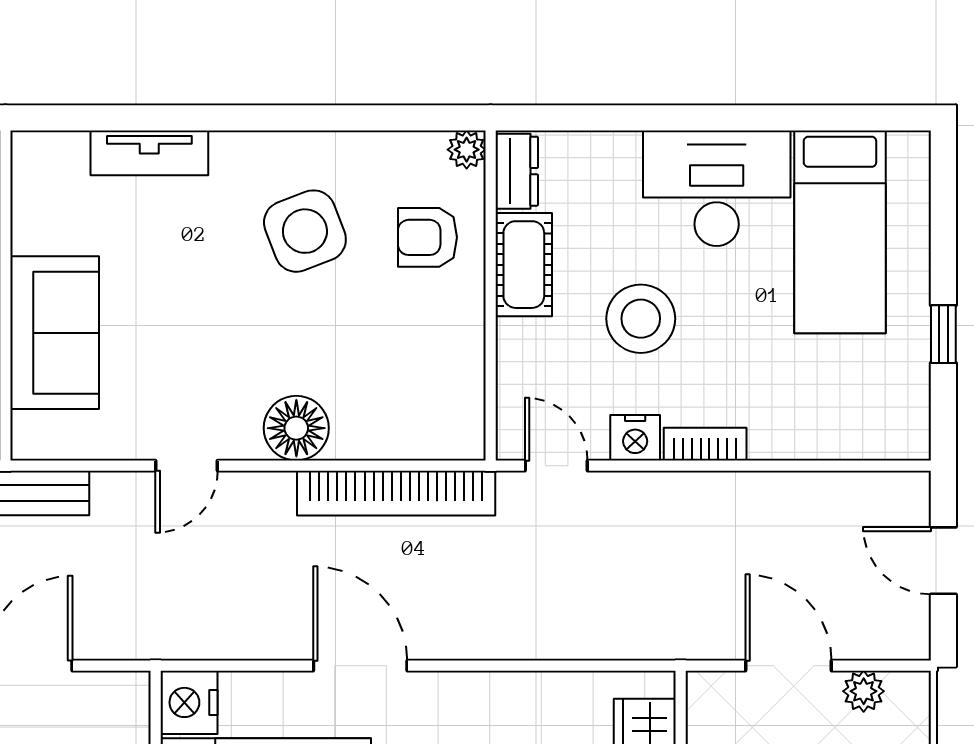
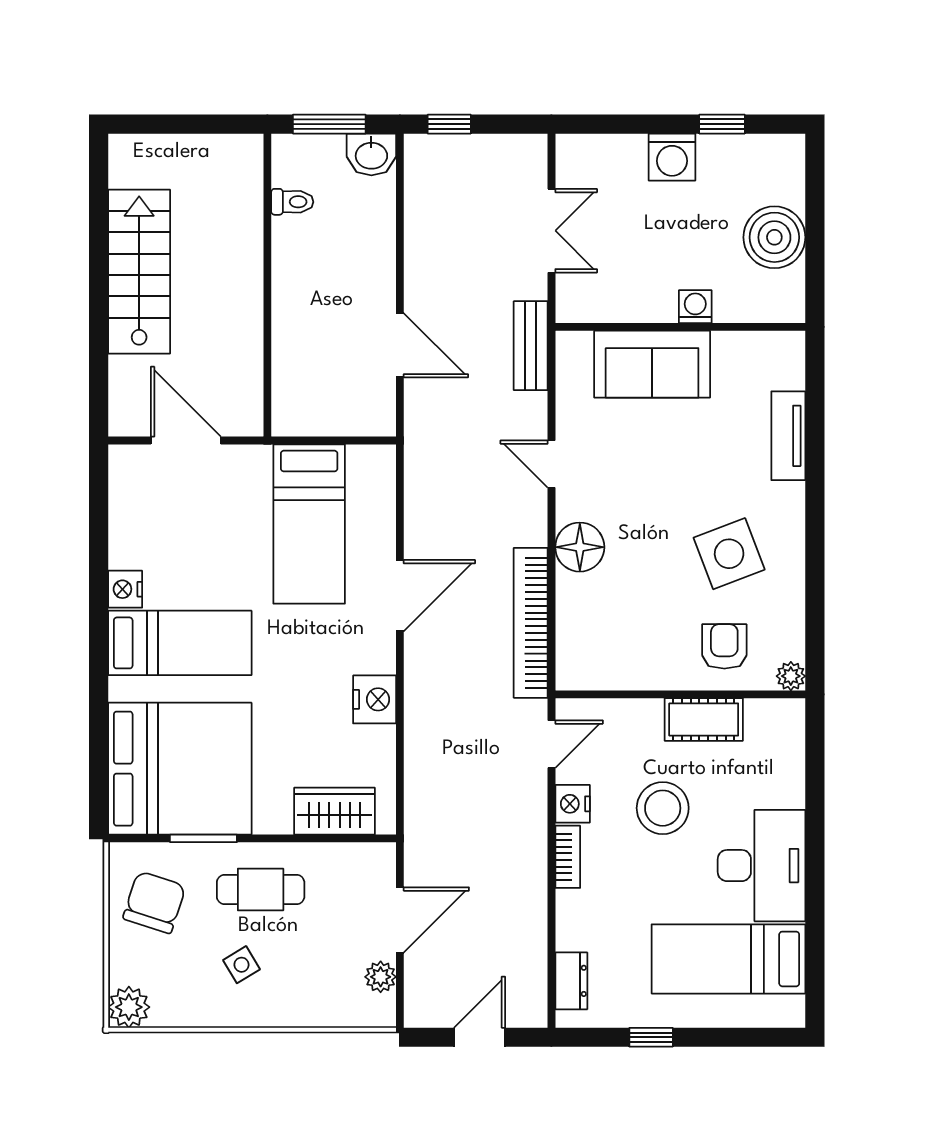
dresser: (517, 171) -> (571, 981), moved, turned -90
nightstand: (189, 702) -> (375, 699), moved, turned 90

